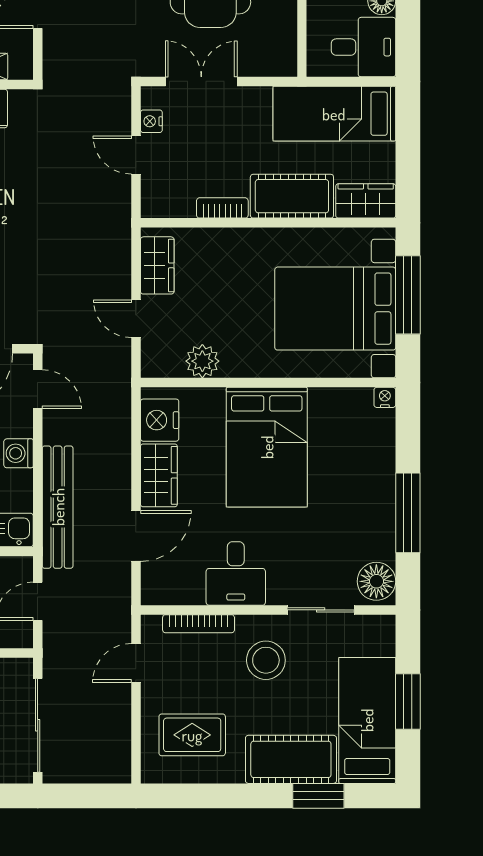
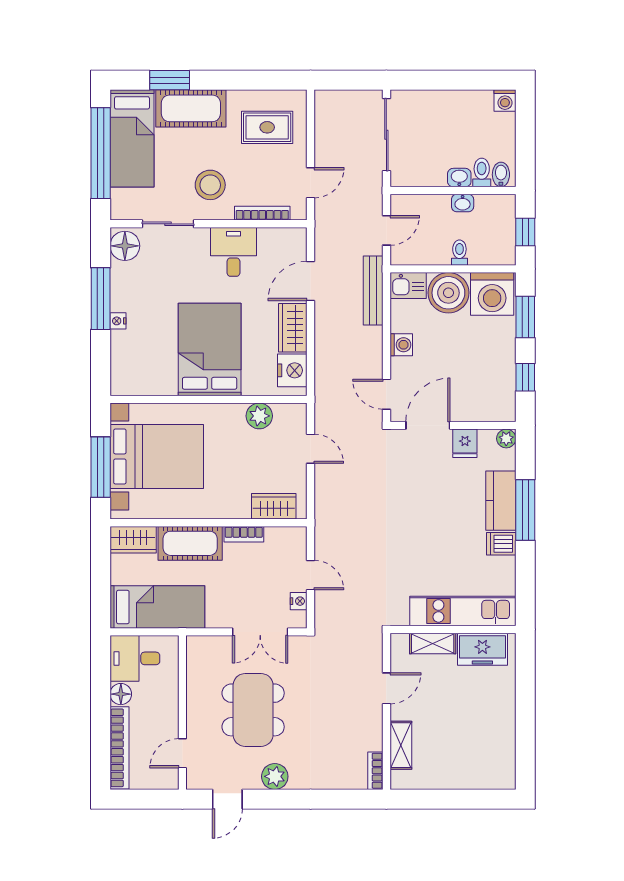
wardrobe: (157, 265) -> (274, 506), moved, turned 90
nightstand: (385, 397) -> (118, 321), moved, turned 90
bench: (58, 507) -> (373, 290), width x0.73, depth x0.82
window: (408, 702) -> (101, 153), width x2.11

